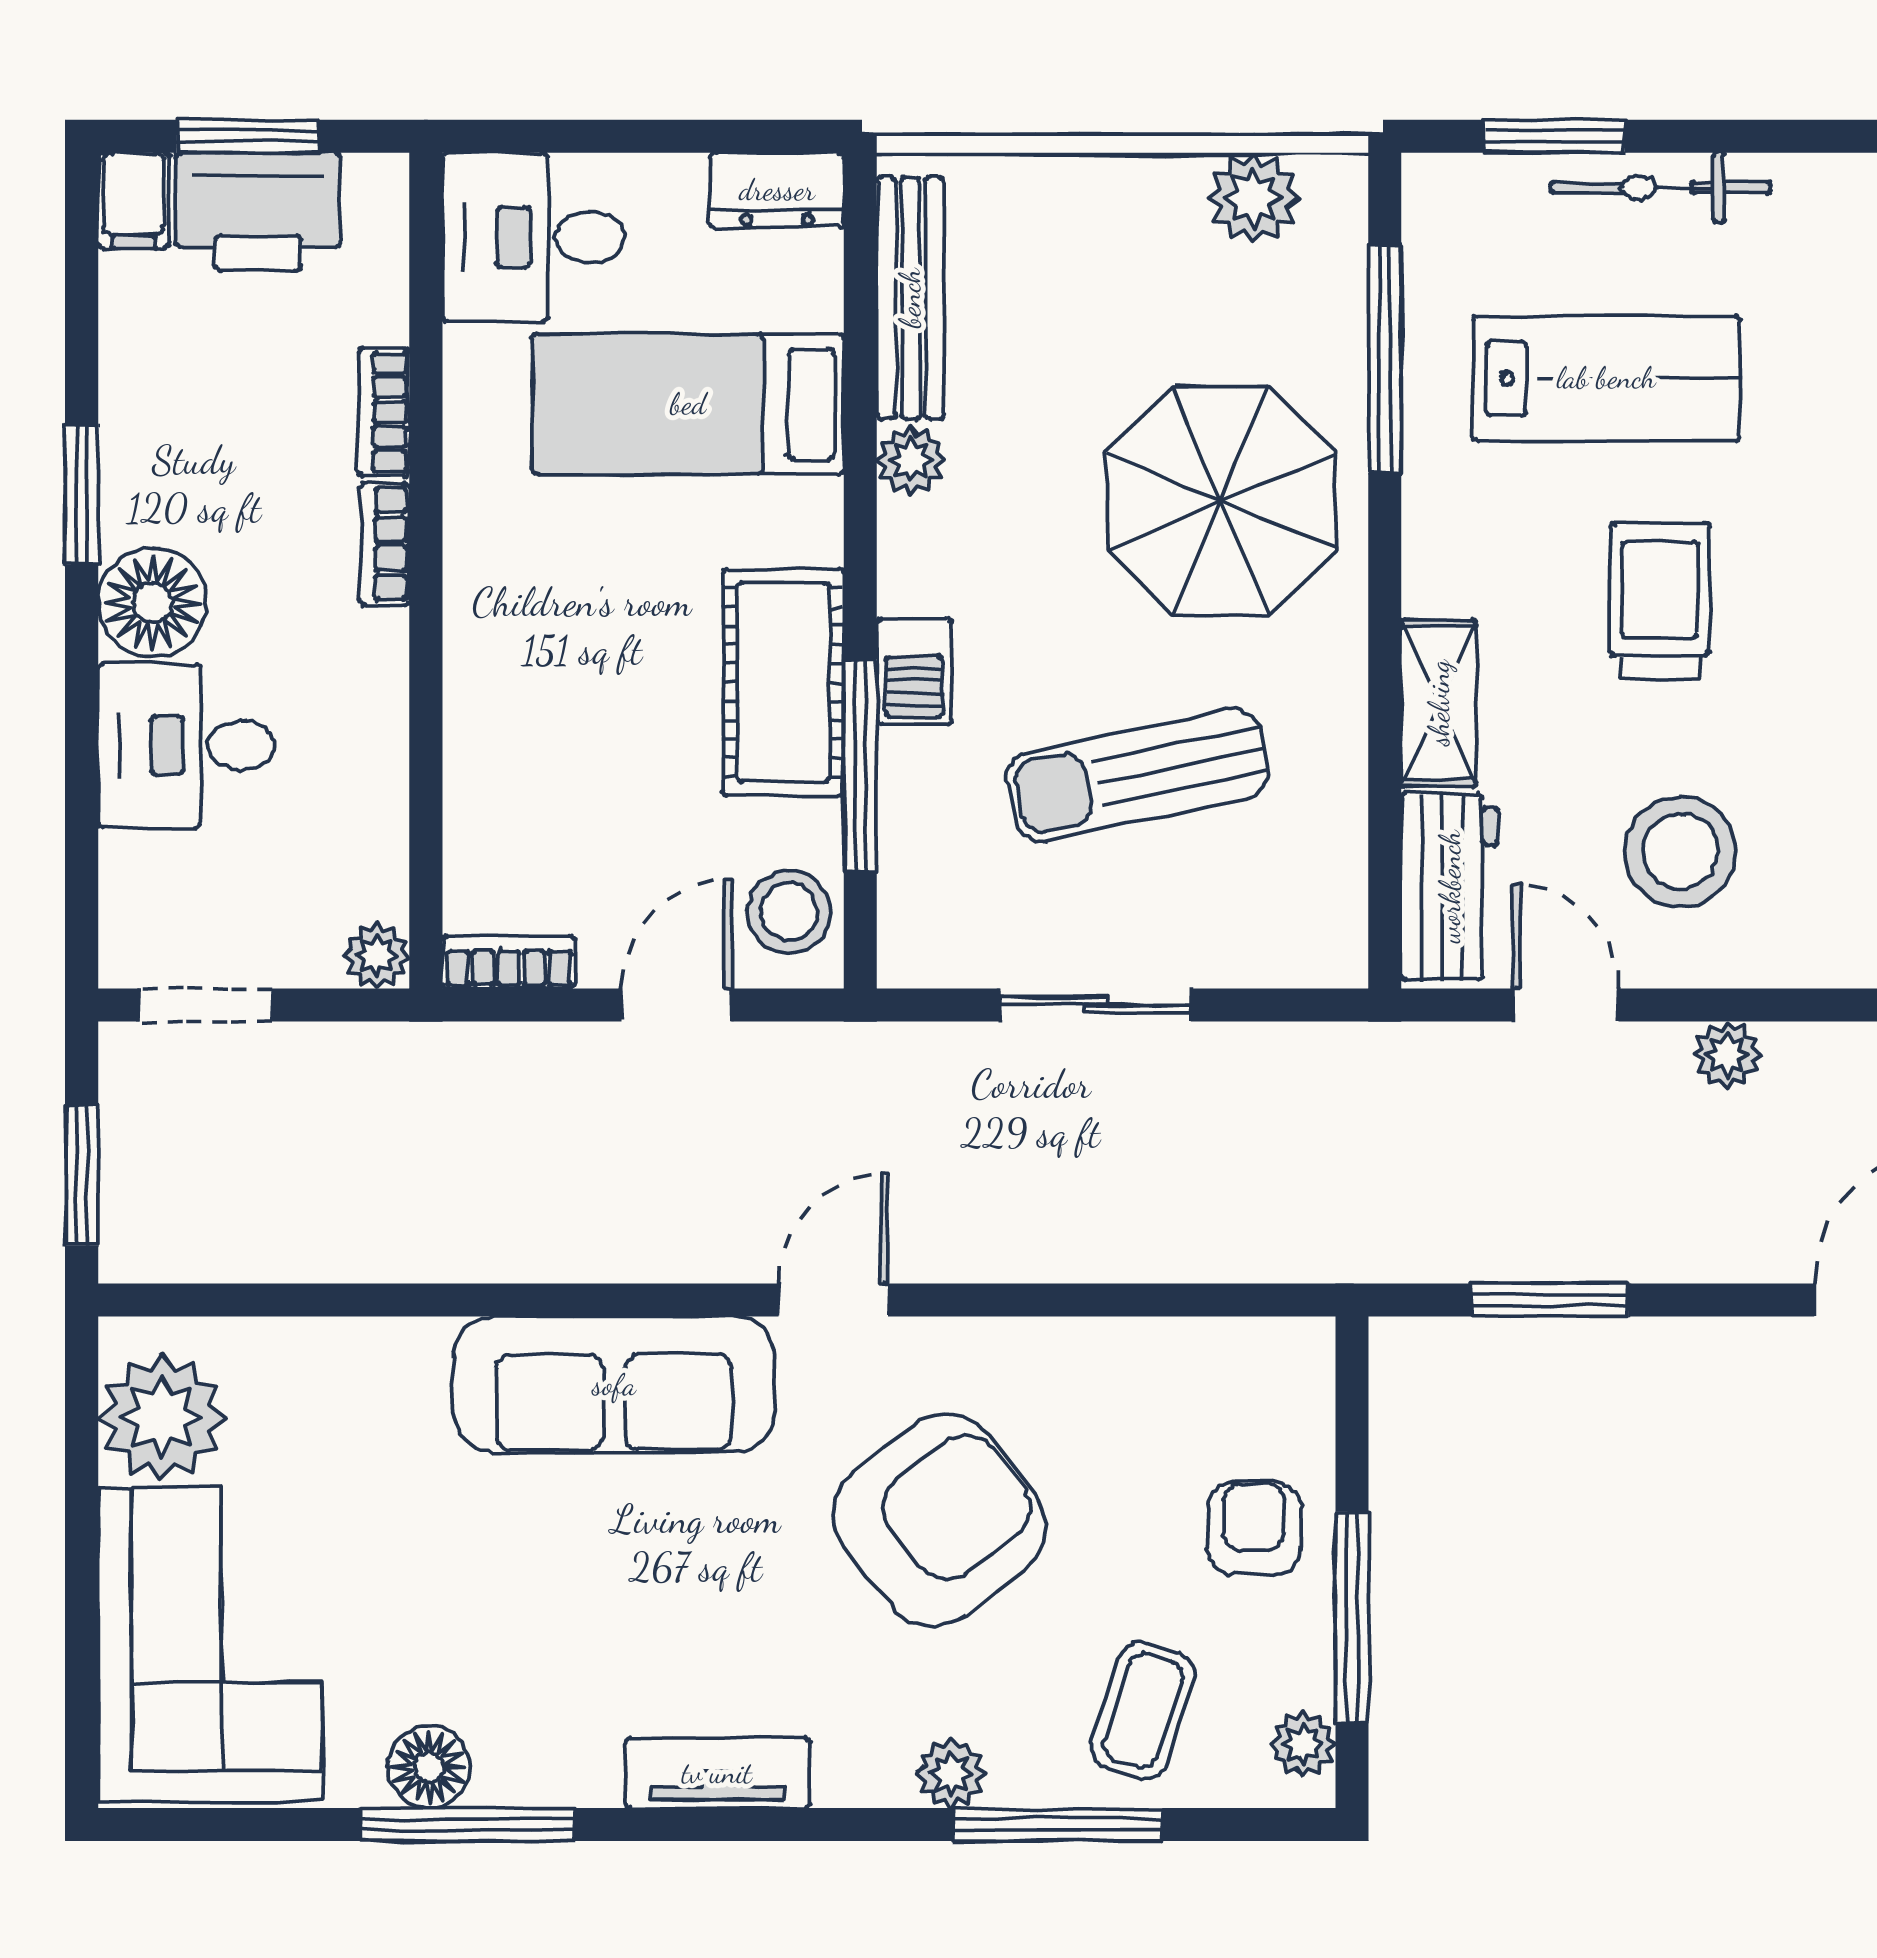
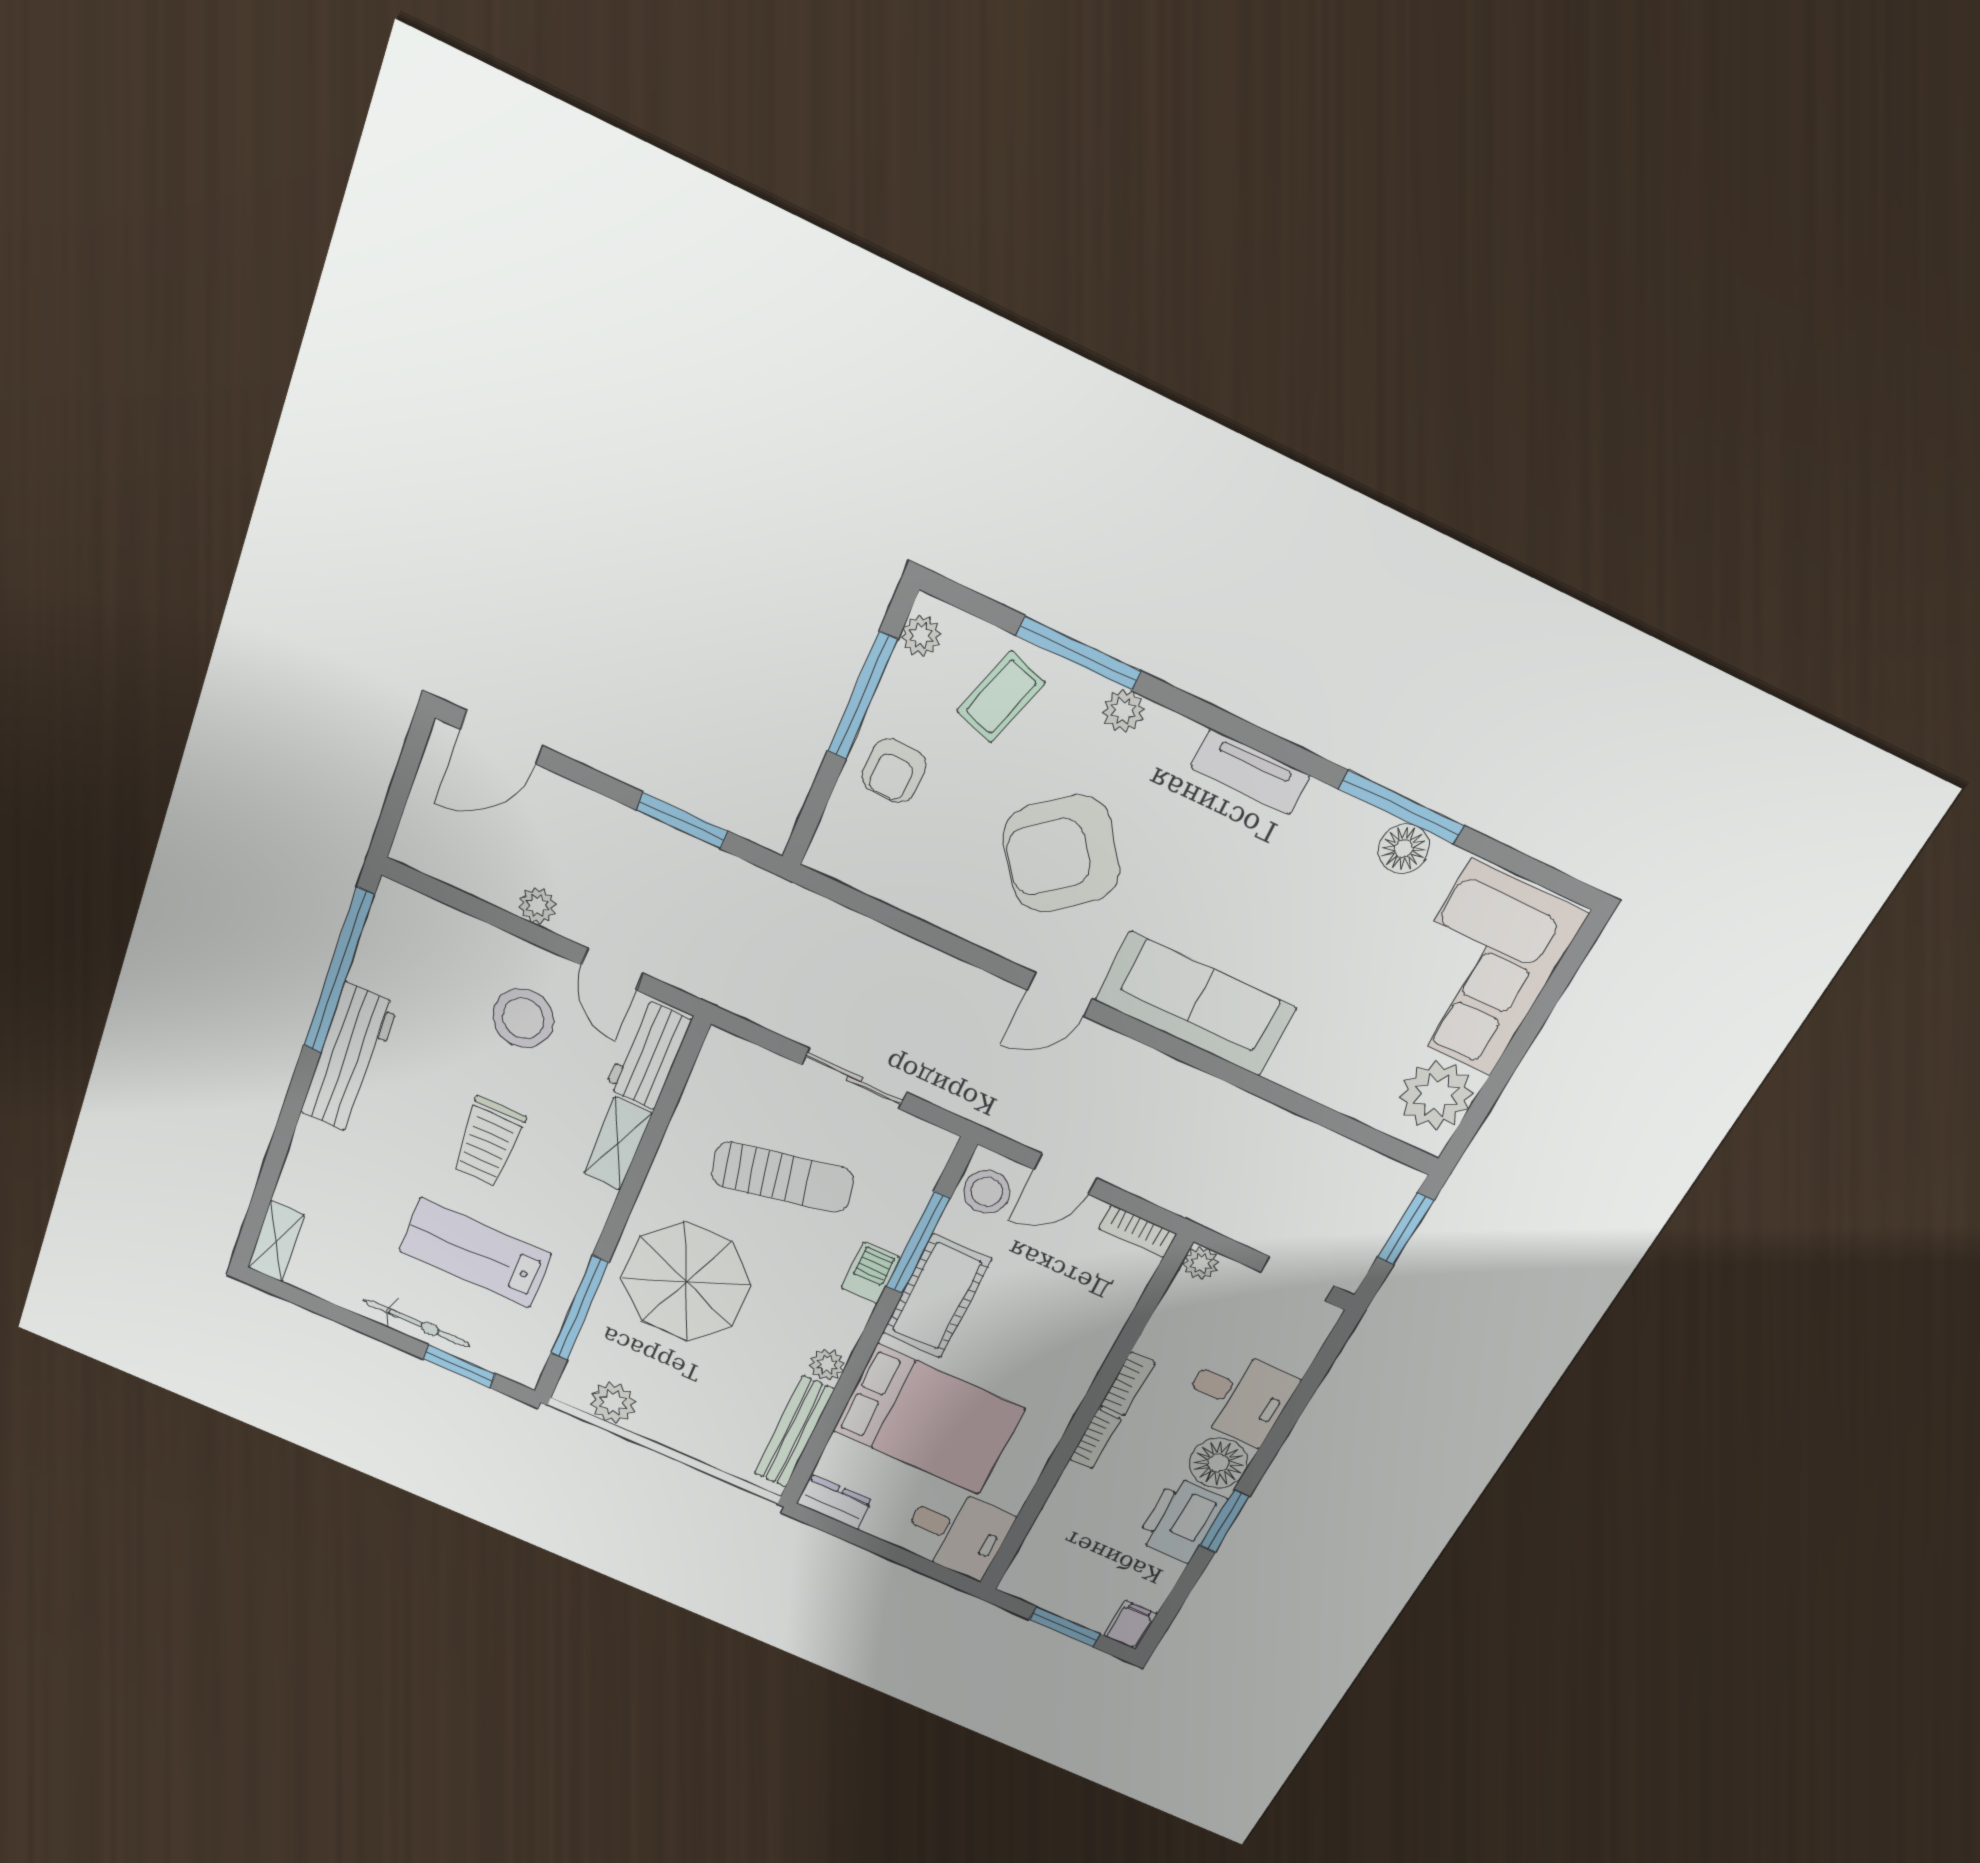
printer: (258, 212) -> (1181, 1520), moved, turned -90
bed: (688, 404) -> (928, 1420), width x1.50
bookcase: (384, 412) -> (1127, 1384), moved

